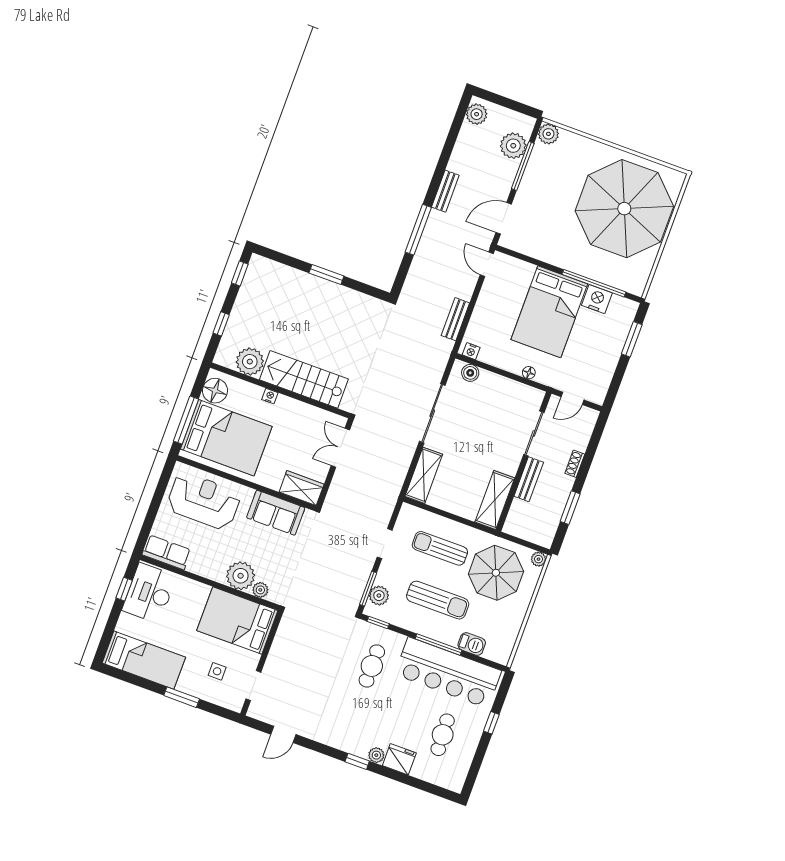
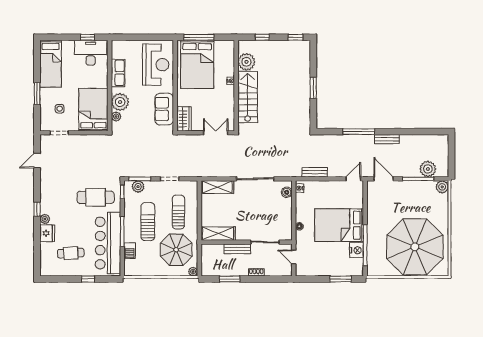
plant: (477, 114) -> (438, 141), removed
floor lamp: (215, 391) -> (222, 48), removed
row of seats: (167, 552) -> (118, 73), moved
sun lounger: (438, 600) -> (148, 222), turned 180
cafe table: (372, 666) -> (96, 197), width x1.37, depth x1.35
door: (283, 734) -> (37, 161), hinge flipped

